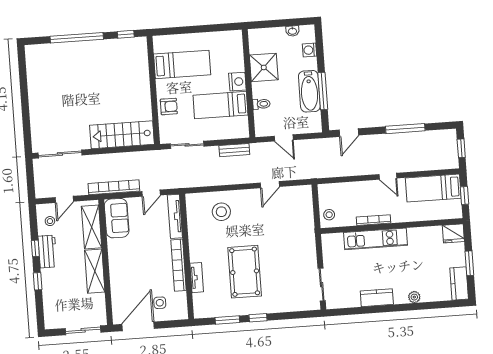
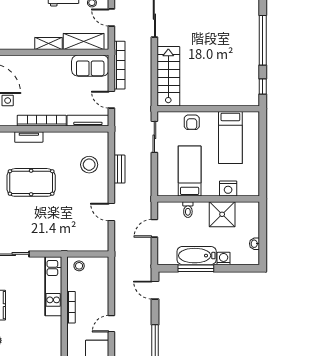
washing machine: (309, 50) -> (224, 258), moved
nightstand: (237, 82) -> (228, 189), moved
bench: (234, 150) -> (119, 169), moved
kitchen unit: (375, 239) -> (53, 286), moved
shelving: (95, 271) -> (49, 43), width x0.67, depth x0.75

